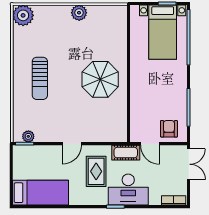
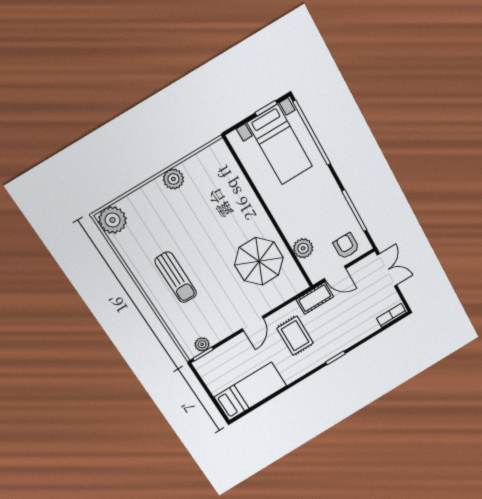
parasol: (100, 79) -> (259, 261), moved
plant: (138, 112) -> (303, 248), added
desk: (128, 190) -> (339, 333), removed

